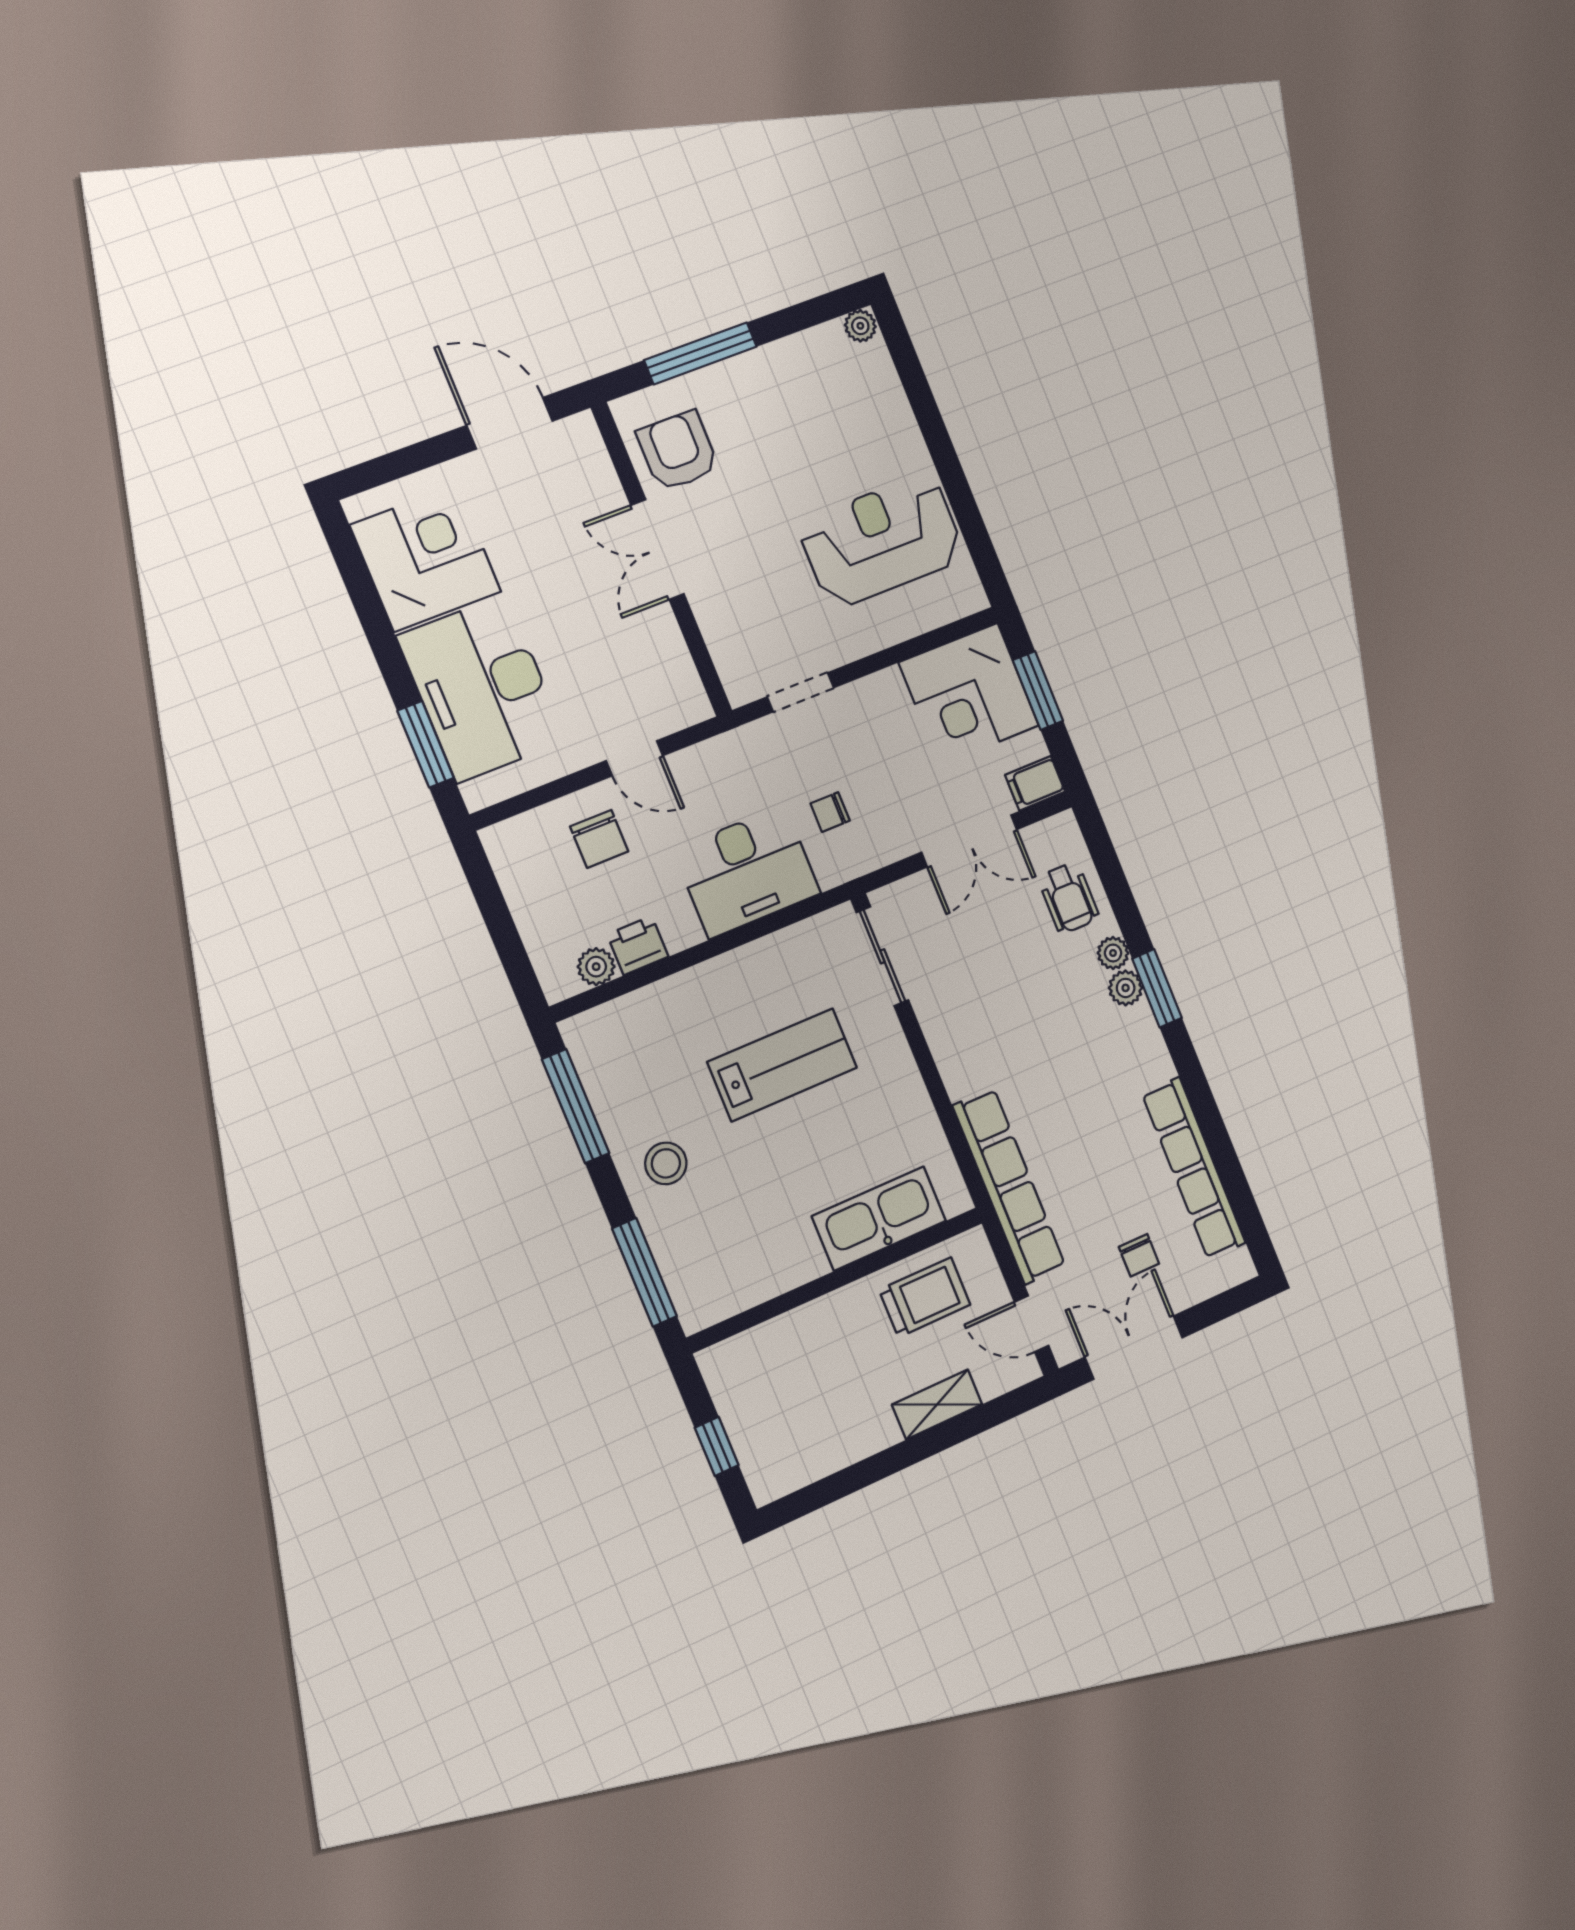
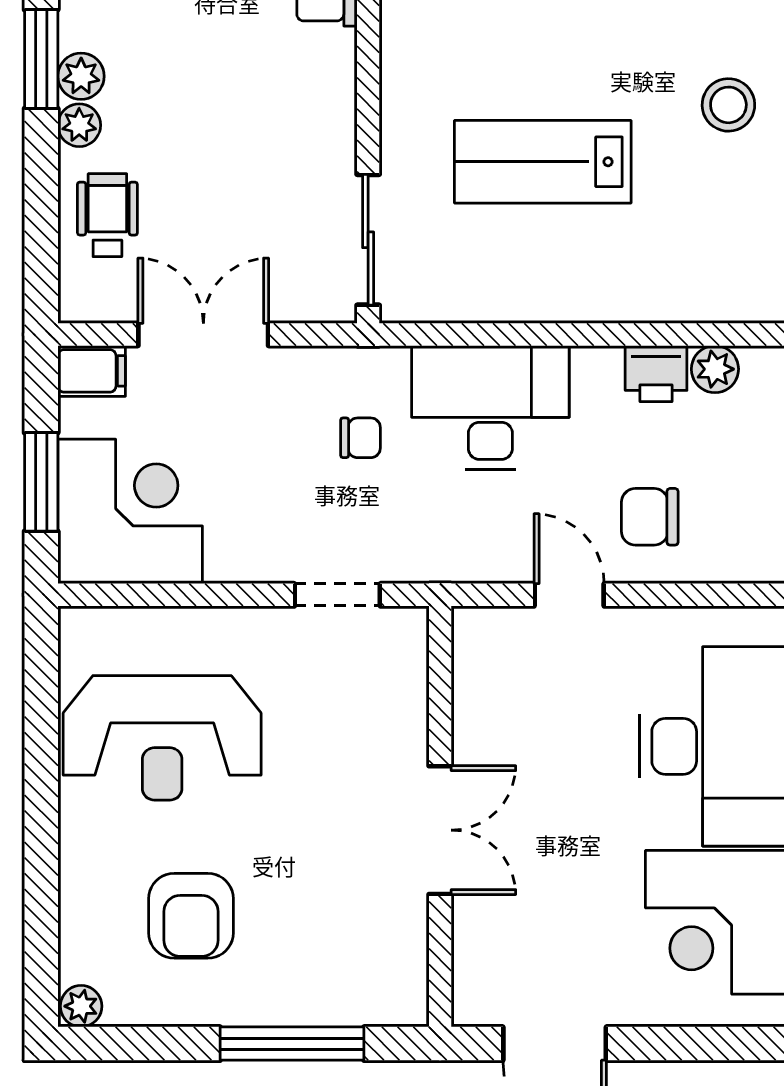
armchair: (678, 451) -> (191, 916), moved
chair: (599, 839) -> (650, 517), turned -90

